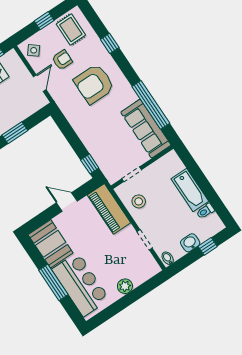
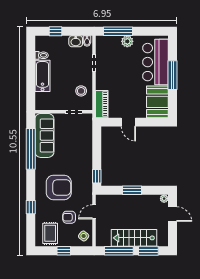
window: (90, 164) -> (97, 176), moved
piano: (109, 209) -> (102, 104), width x0.73, depth x0.75
washbasin: (190, 243) -> (76, 41), moved
window: (142, 290) -> (118, 31), added

